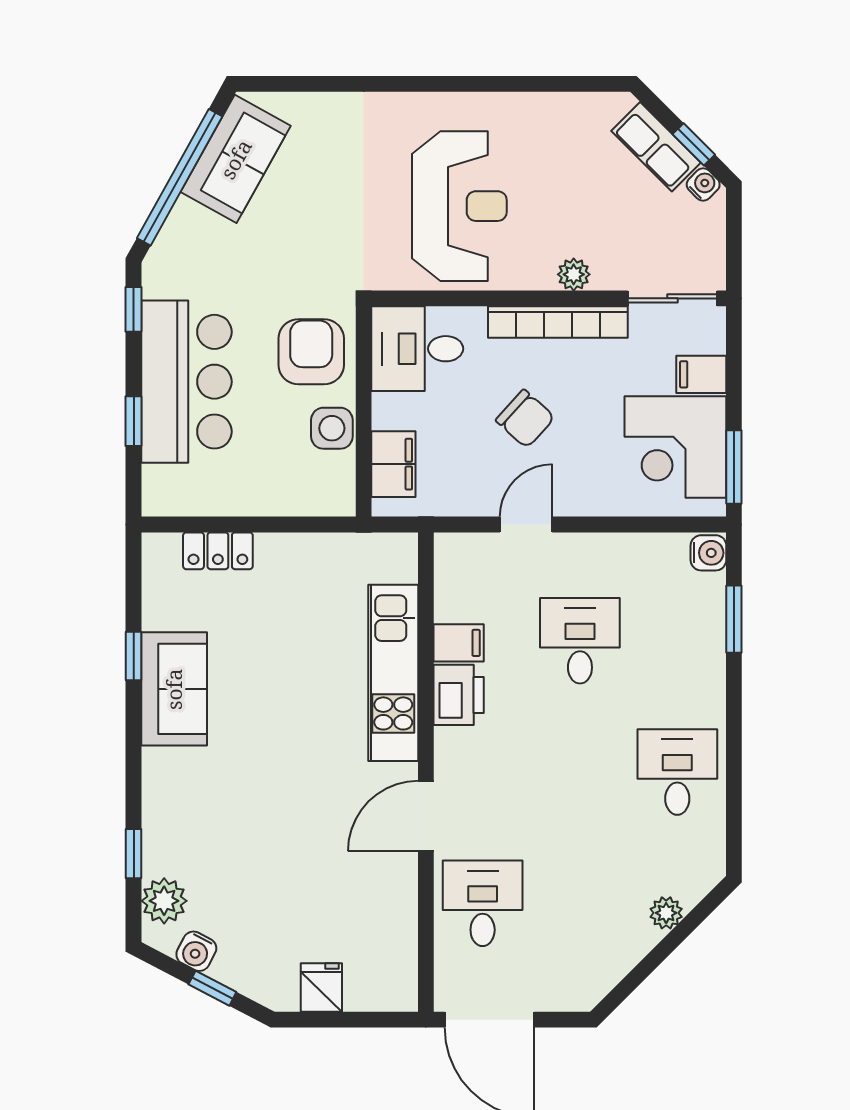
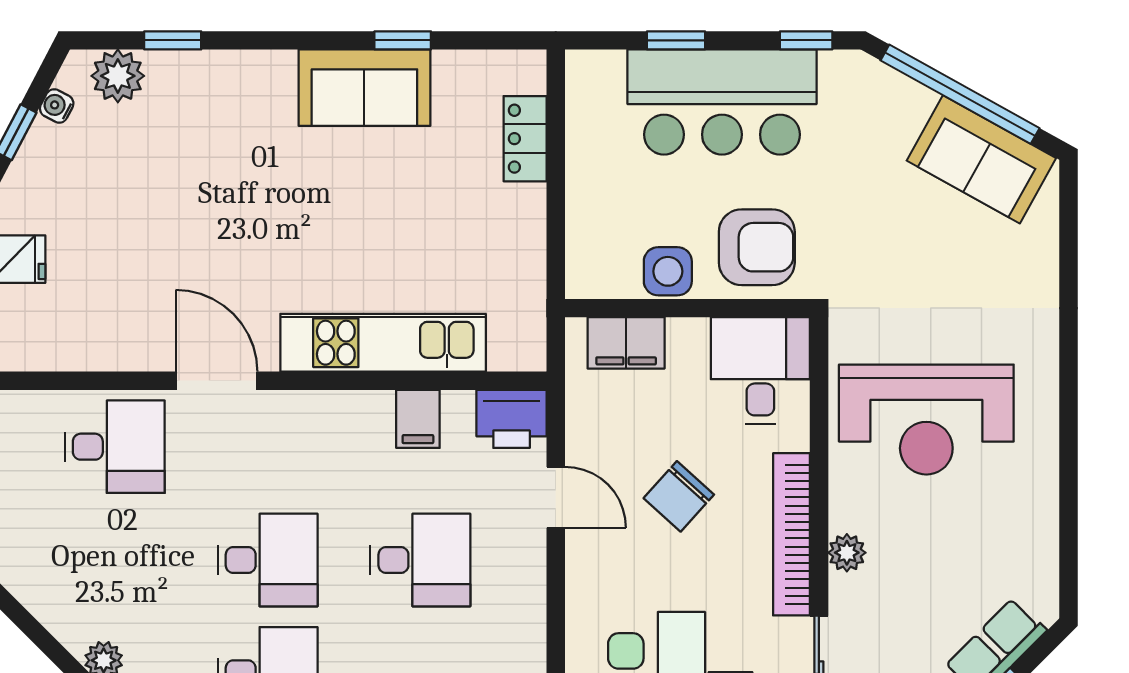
printer: (459, 695) -> (512, 419), moved
desk: (580, 772) -> (268, 560), added
water cooler: (196, 951) -> (57, 106), width x0.72, depth x0.72

